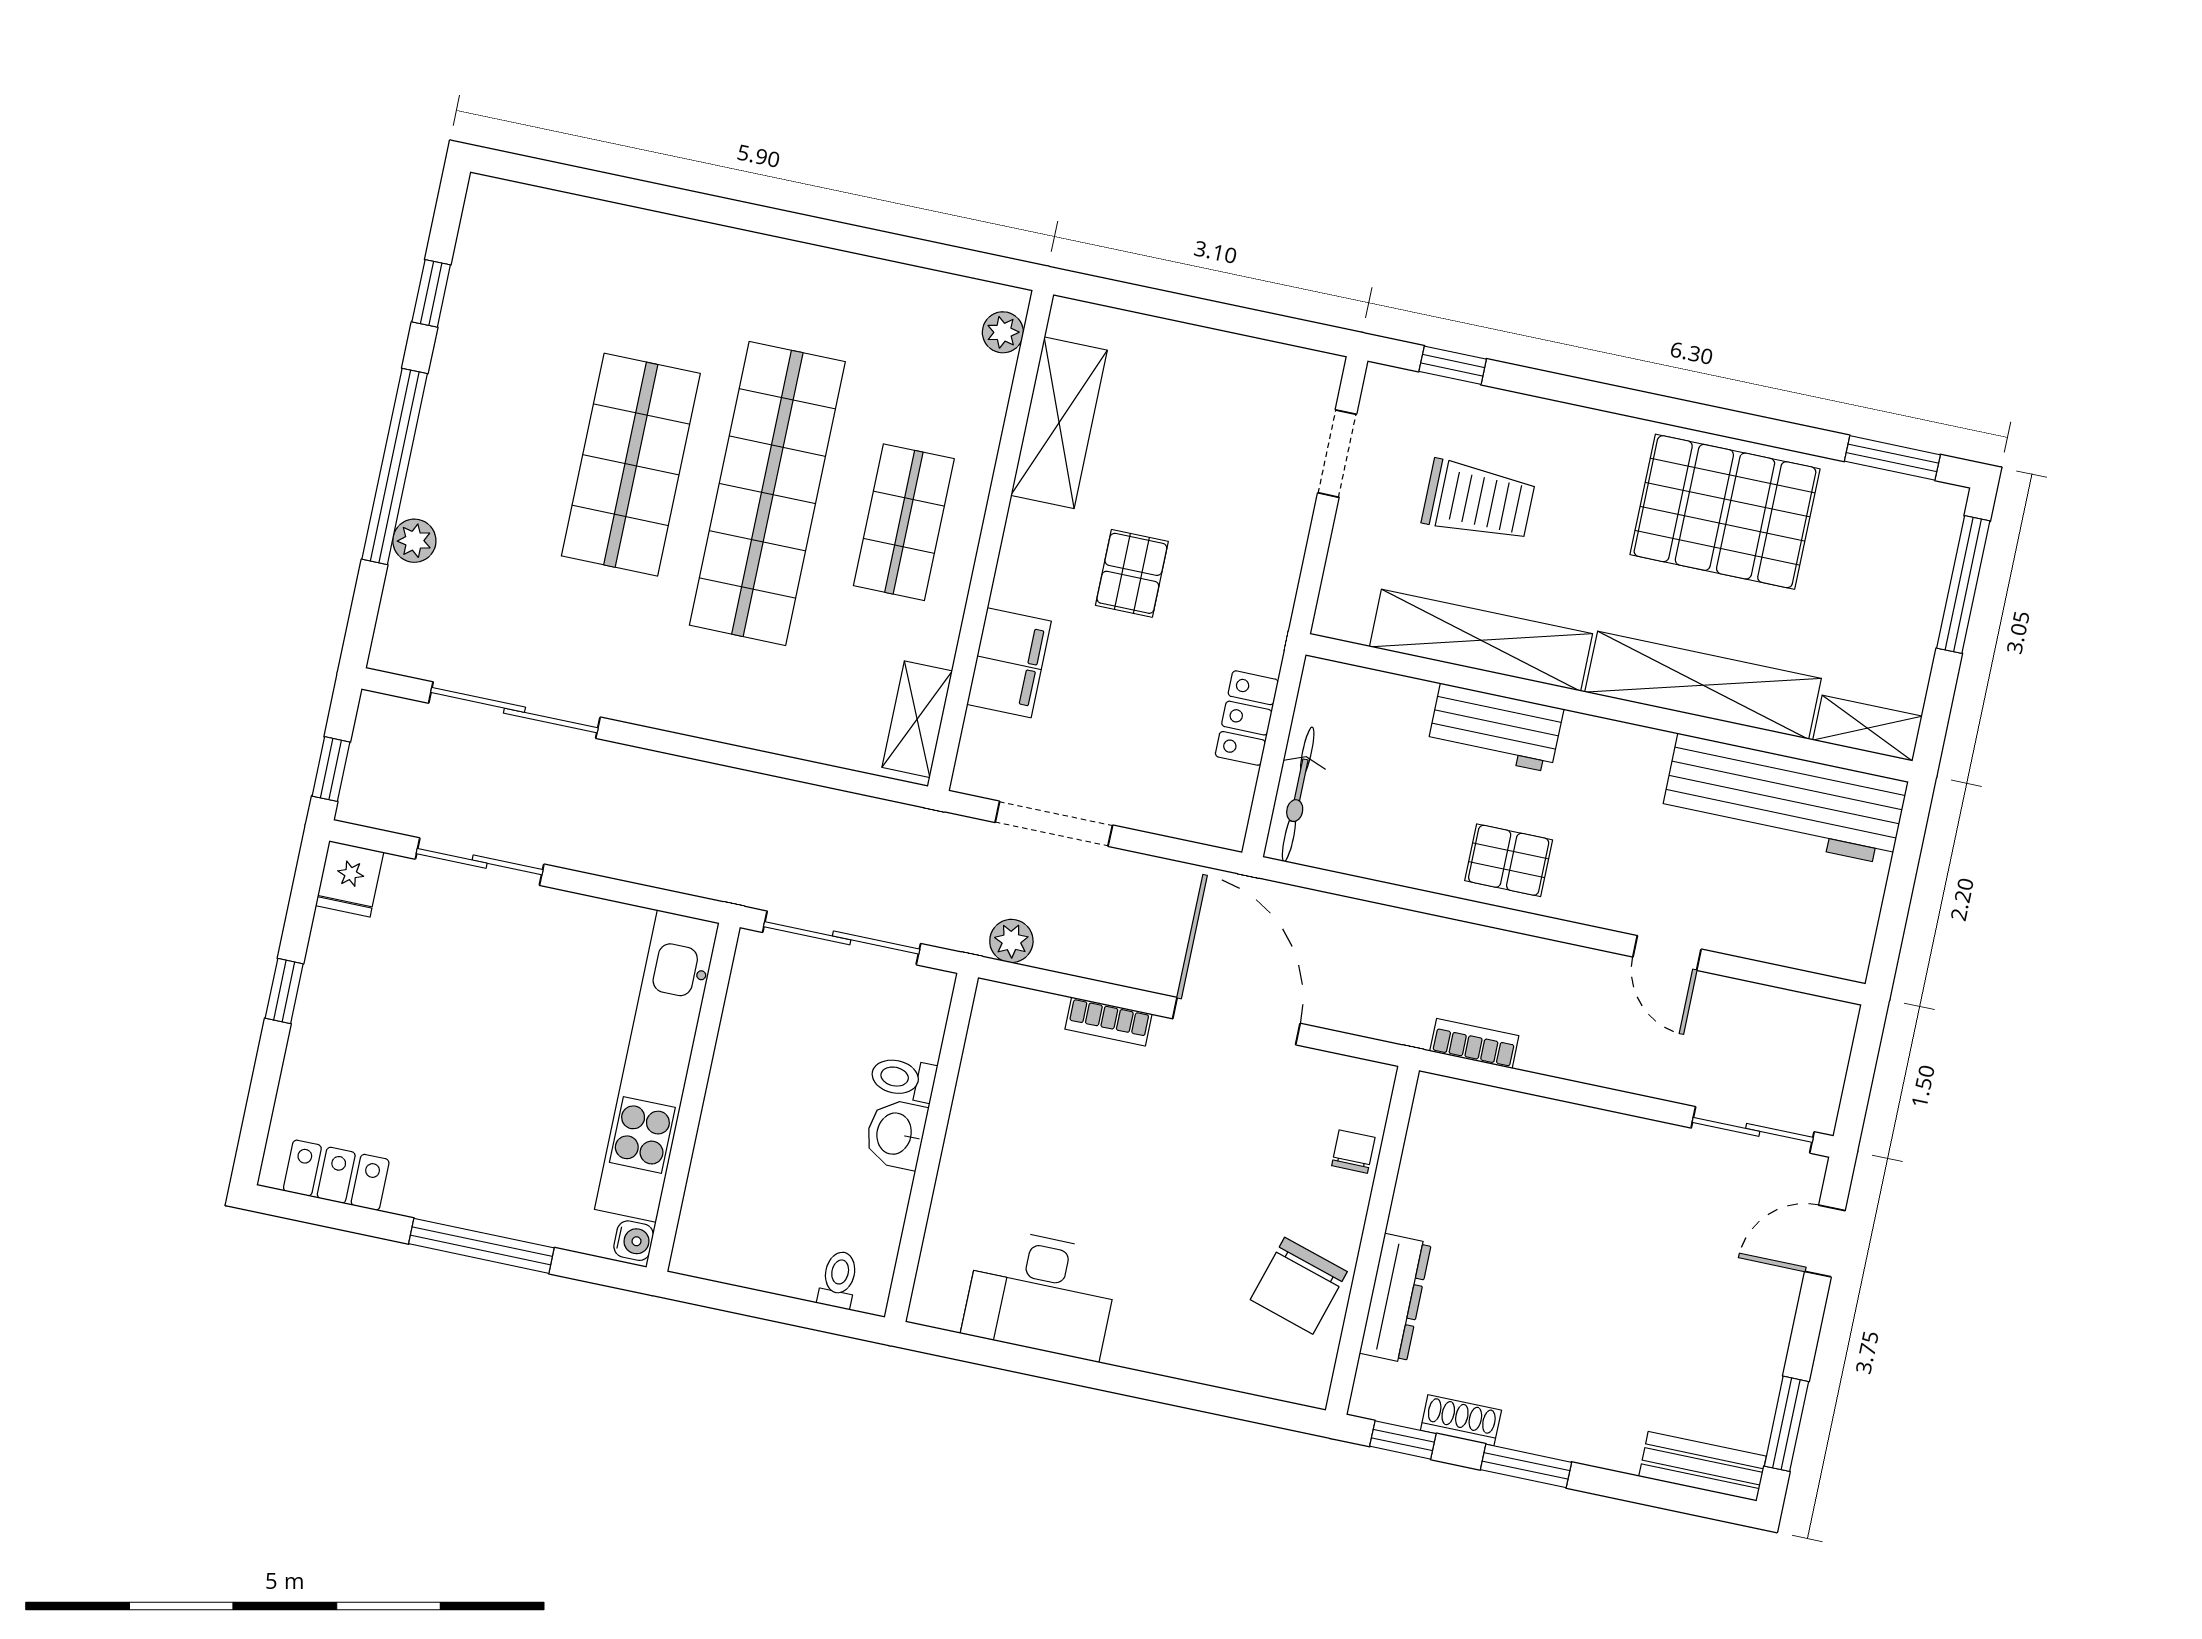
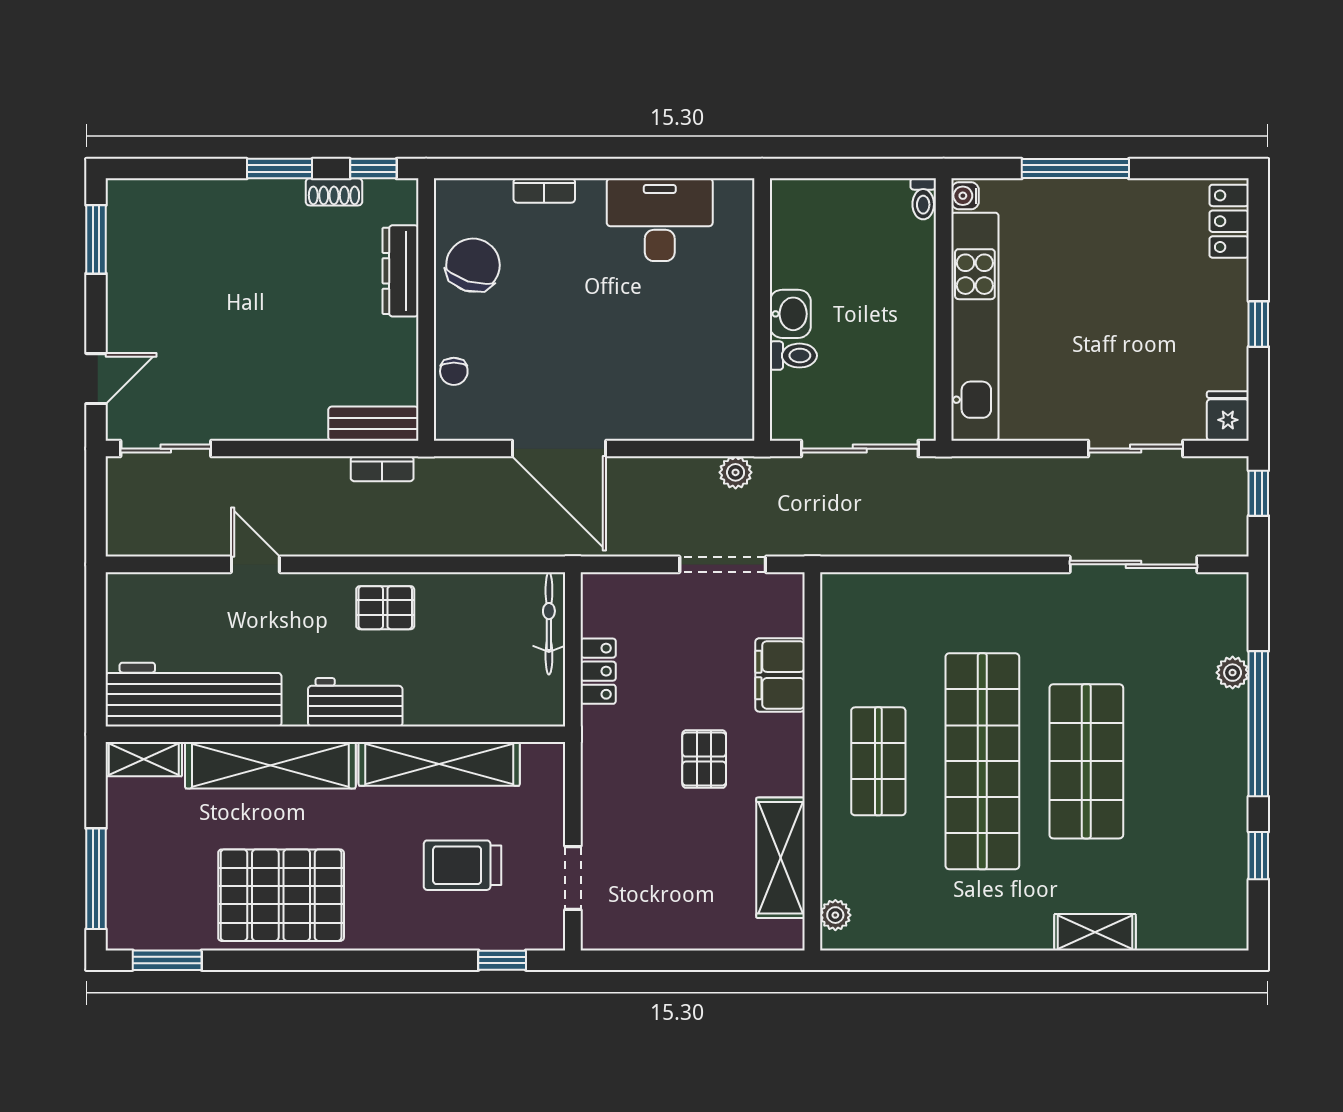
shelving: (917, 719) -> (1095, 932), moved, turned 90
workbench: (1495, 728) -> (355, 702), moved
bookcase: (1108, 1022) -> (544, 190), moved, turned 180
locker: (336, 1175) -> (1229, 221), moved, turned 90
toilet: (839, 1280) -> (923, 199), moved
bench: (1703, 1466) -> (373, 424), moved

